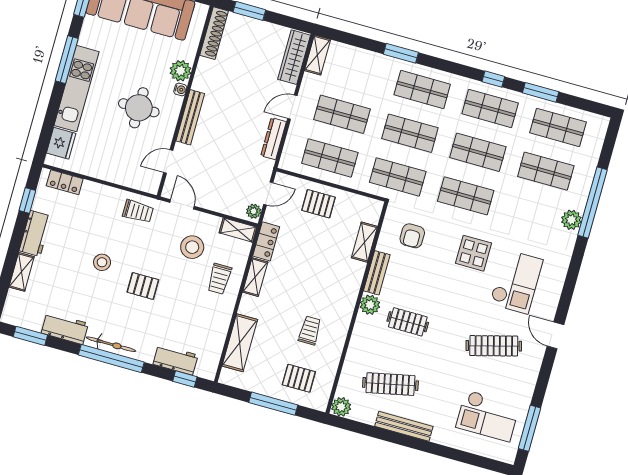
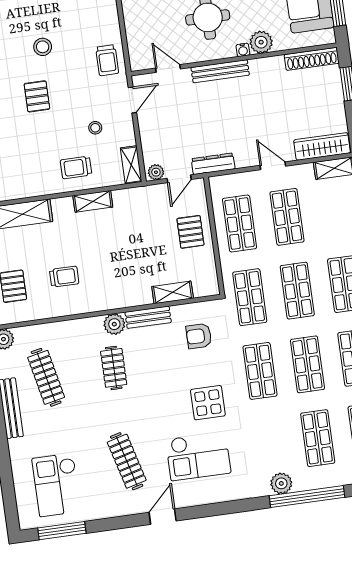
dresser: (274, 139) -> (213, 164), moved
door: (268, 194) -> (179, 179), hinge flipped
locker: (266, 241) -> (132, 197), removed
stool: (192, 247) -> (95, 128), width x0.53, depth x0.53

